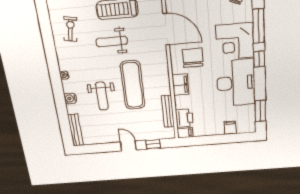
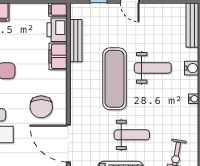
filing cabinet: (180, 85) -> (58, 56), moved
weight bench: (102, 96) -> (153, 68), turned 90

